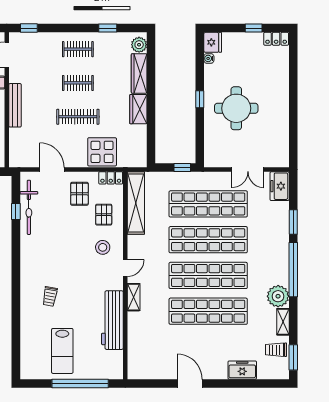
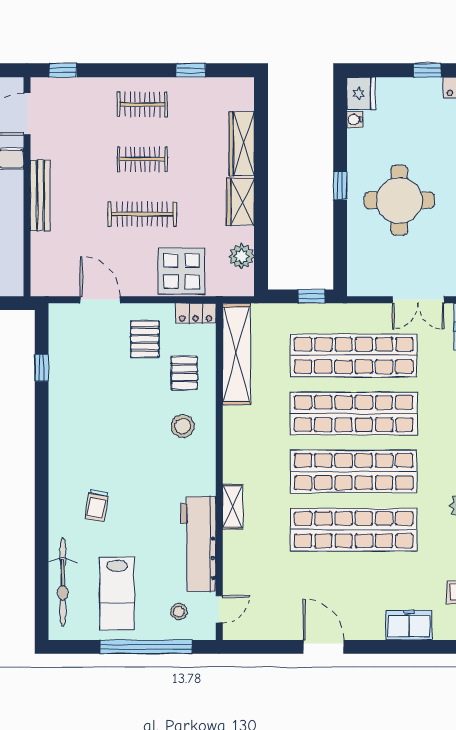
plant: (139, 45) -> (242, 256), moved
bicycle: (29, 207) -> (63, 582), moved
door: (125, 268) -> (219, 609), moved
stool: (100, 362) -> (179, 612), added

